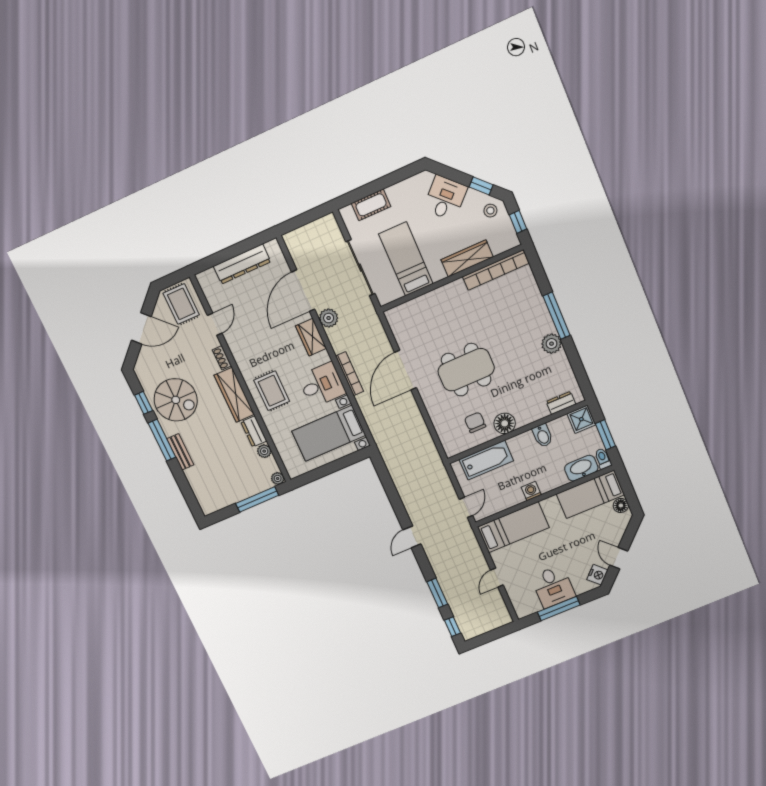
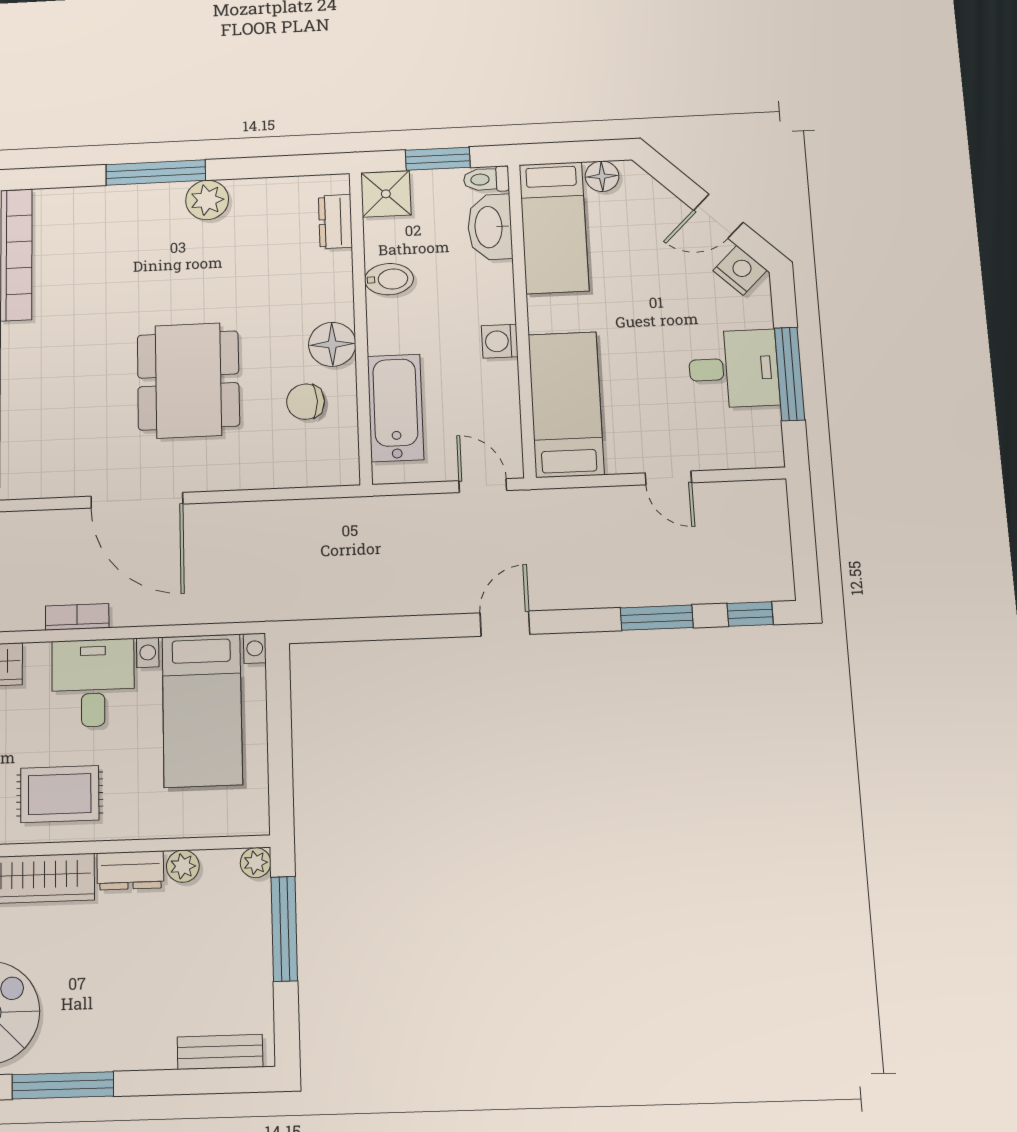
bookcase: (350, 374) -> (77, 617), width x0.64
bench: (180, 452) -> (220, 1052), moved
door: (412, 537) -> (505, 624), swing flipped

